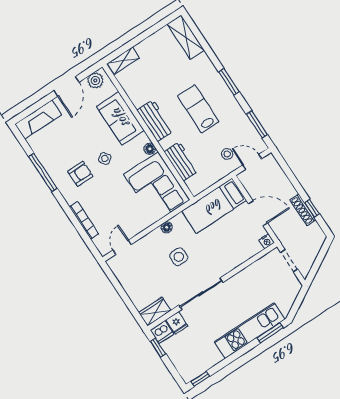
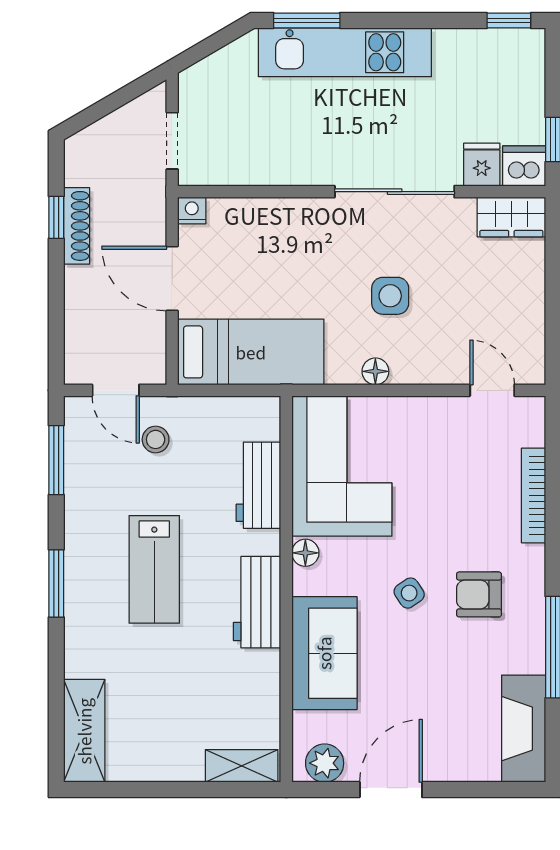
fireplace: (38, 120) -> (524, 729), moved, turned -90
door: (122, 247) -> (492, 390), swing flipped

